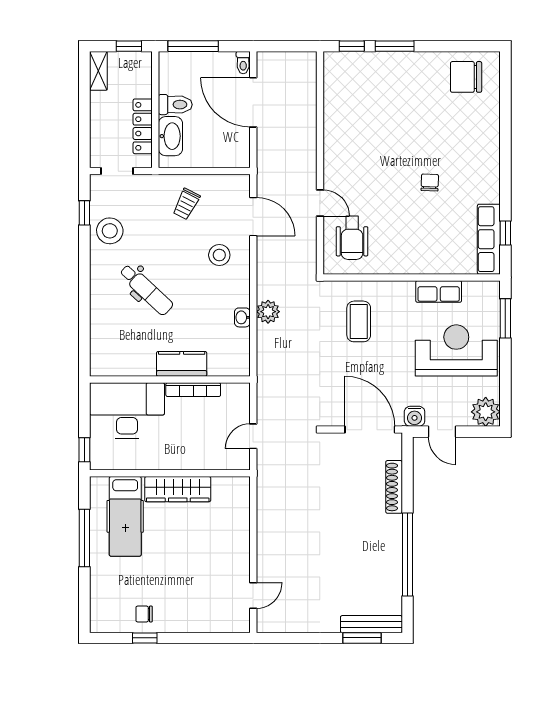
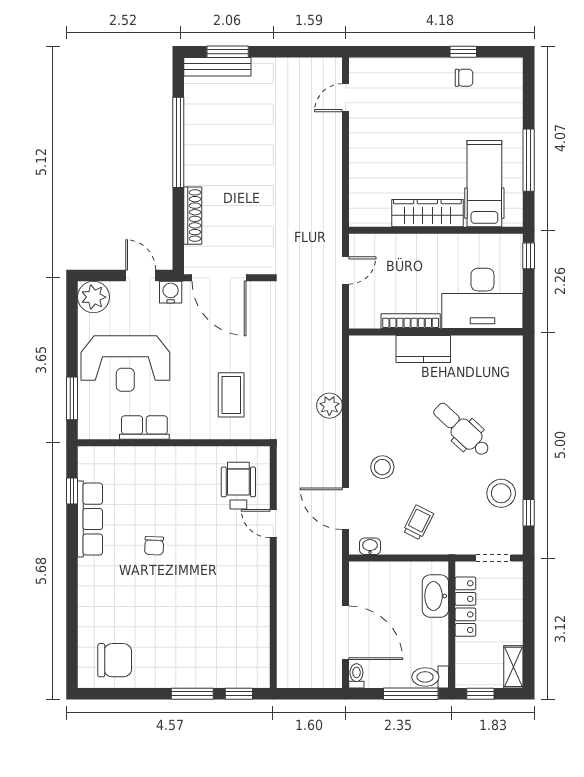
toilet: (175, 105) -> (430, 677), moved
row of seats: (489, 239) -> (90, 519), moved
washbasin: (242, 317) -> (370, 546), moved, turned -90

